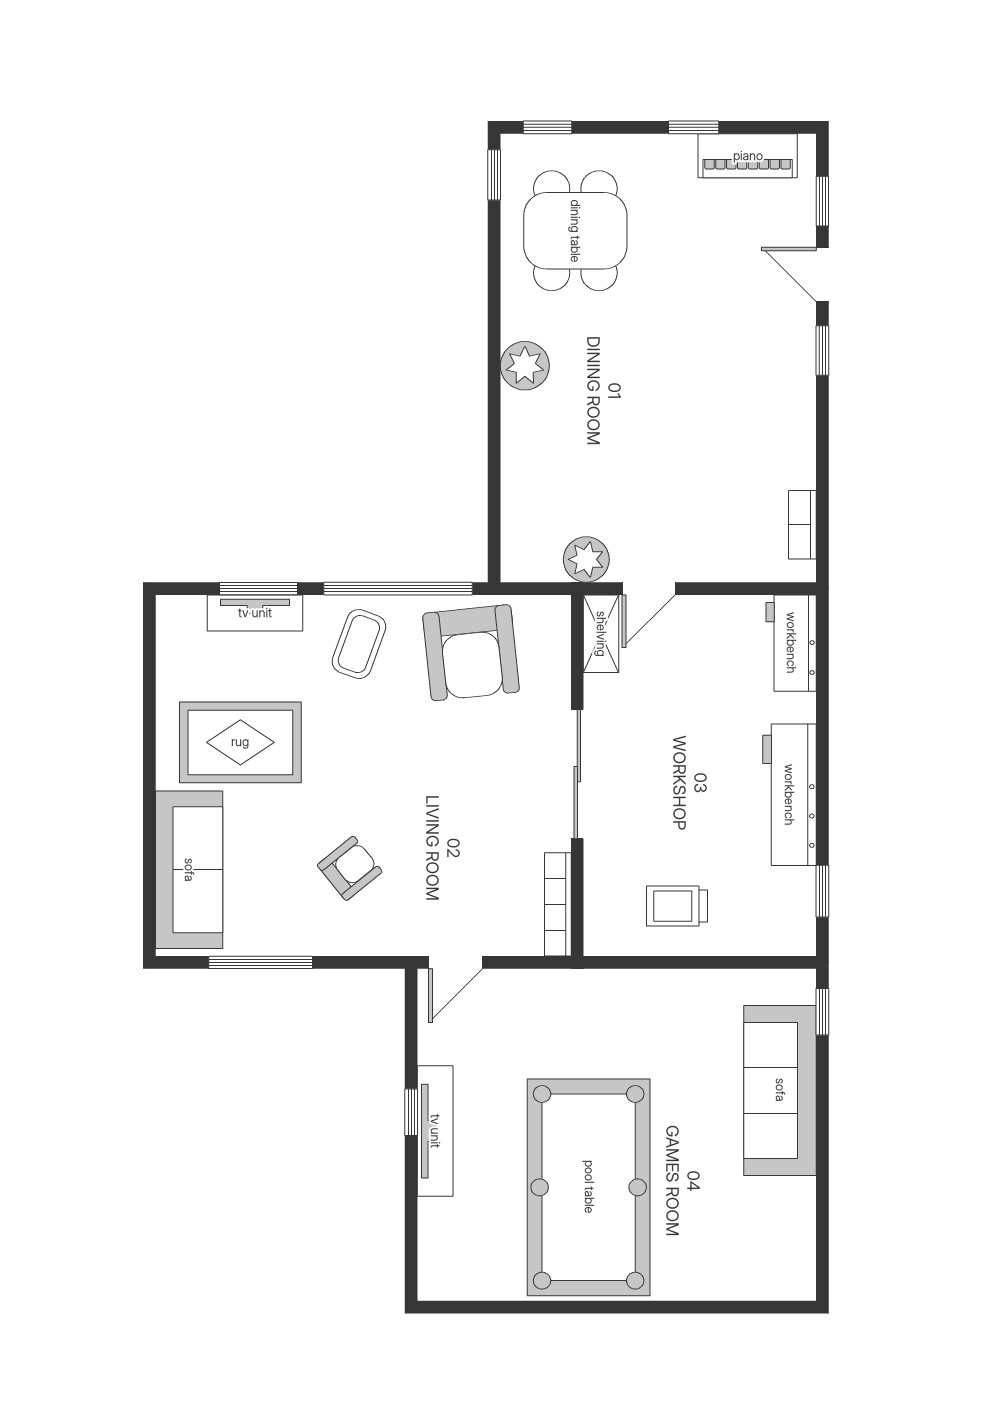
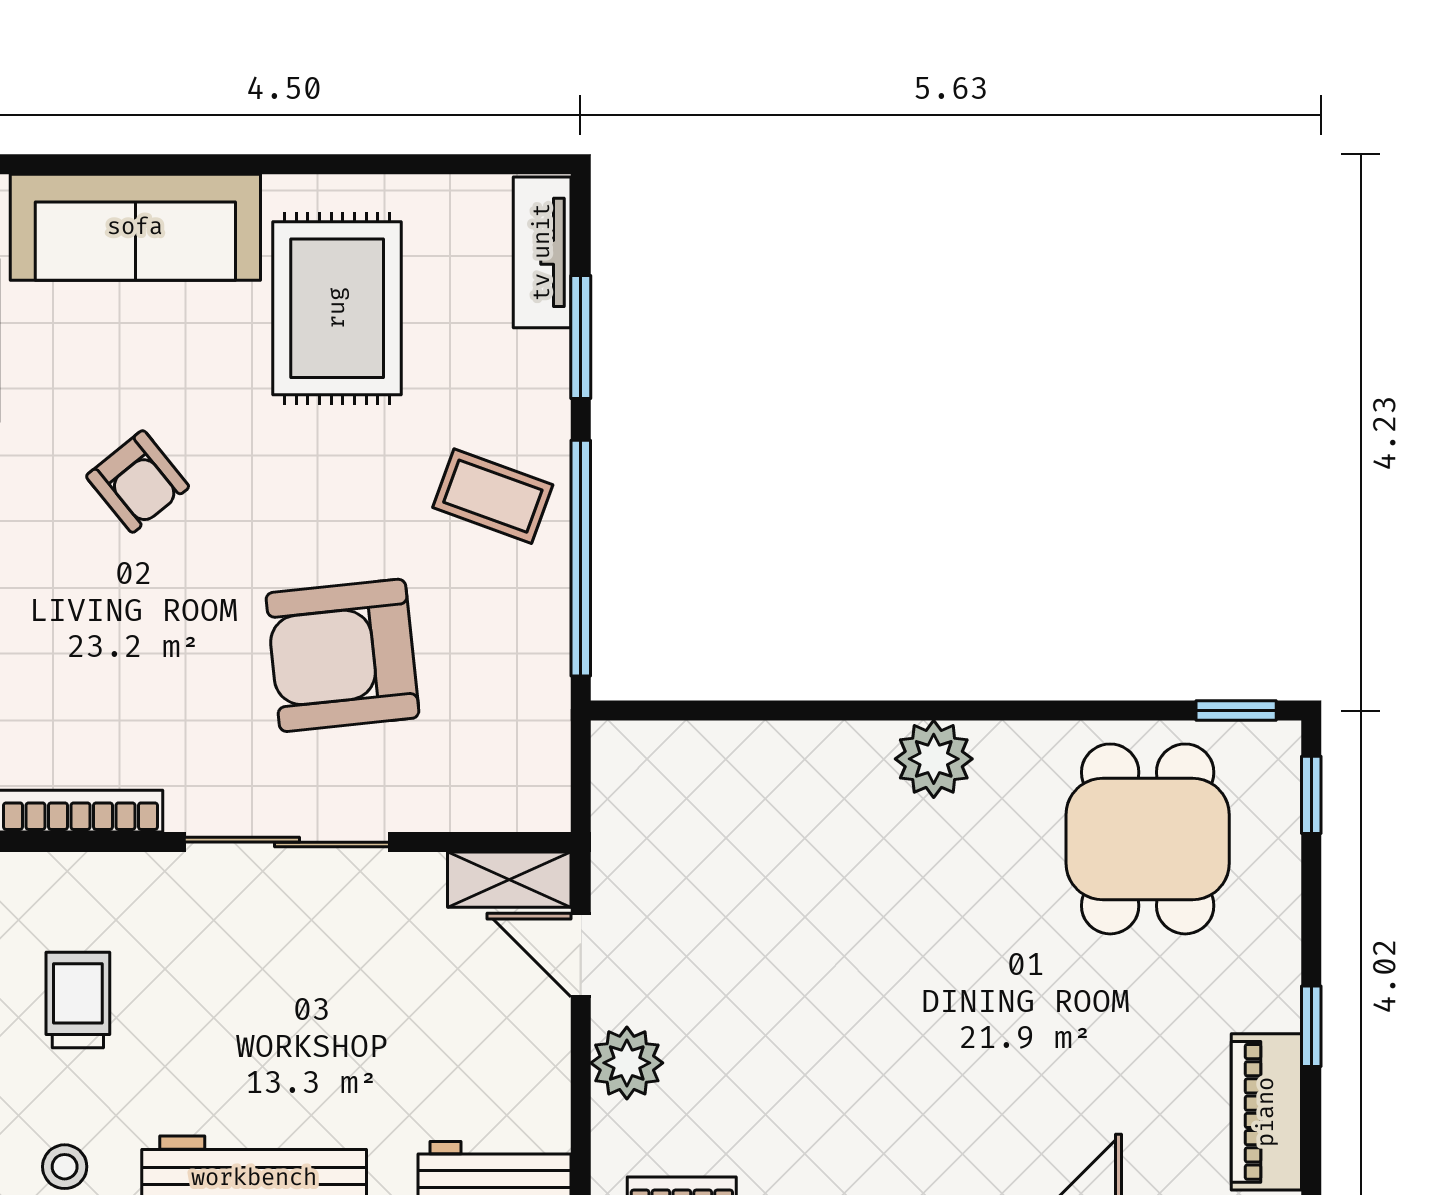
dining table: (575, 231) -> (1148, 839), turned 90
plant: (586, 559) -> (627, 1063), moved
tv unit: (255, 613) -> (542, 252), moved
armchair: (471, 653) -> (342, 655), moved
stool: (782, 914) -> (65, 1167), added

